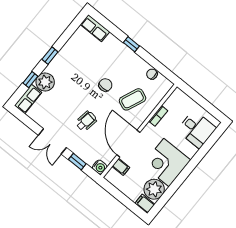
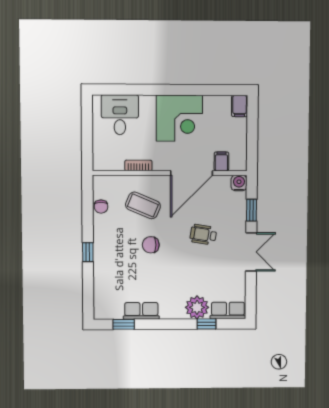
row of seats: (95, 28) -> (141, 311), moved, turned -90
window: (50, 56) -> (124, 324), moved
plant: (154, 189) -> (217, 109), removed

